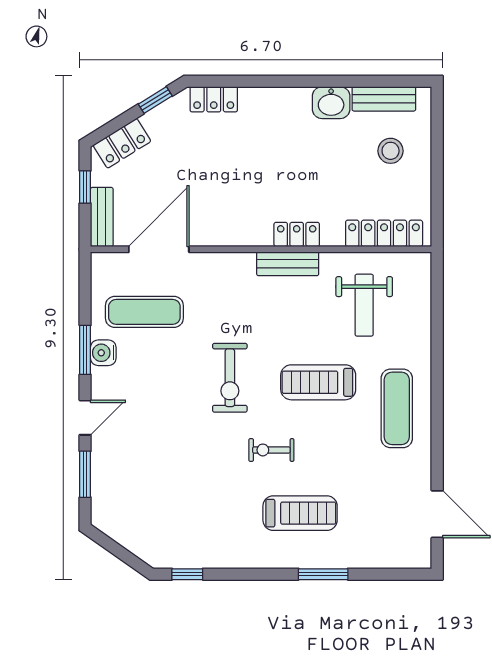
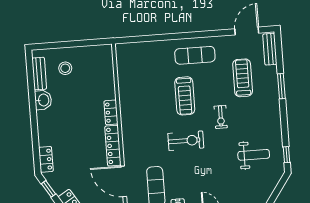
locker: (384, 233) -> (113, 146), moved
bench: (288, 264) -> (270, 49), moved
weight bench: (364, 305) -> (254, 155), moved
treadmill: (300, 513) -> (243, 78), moved

